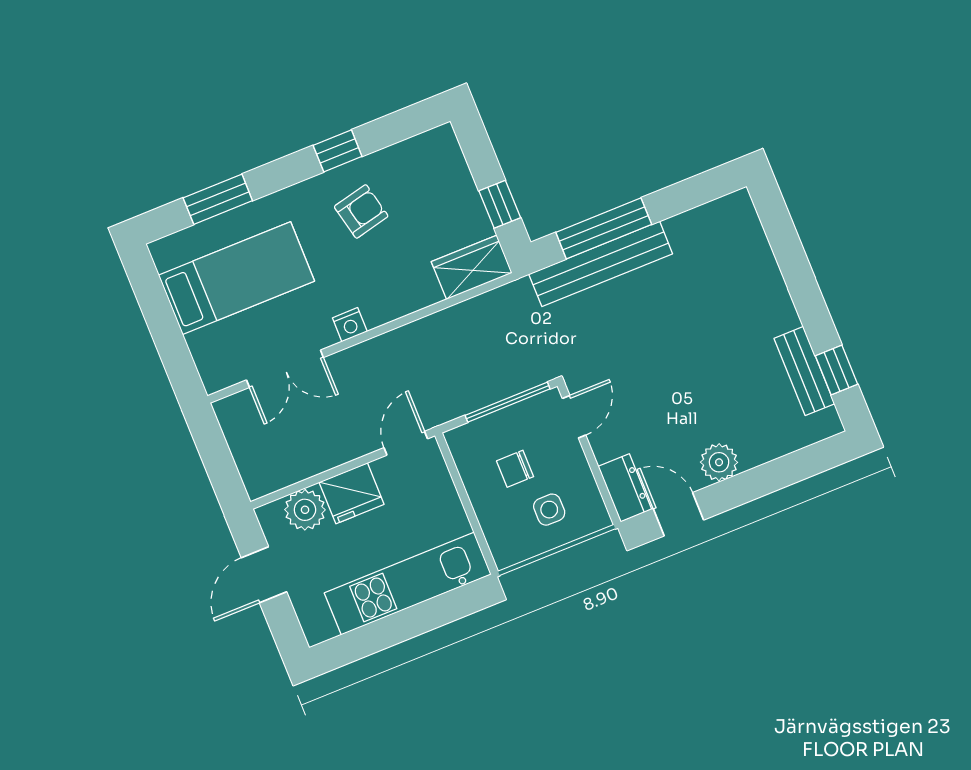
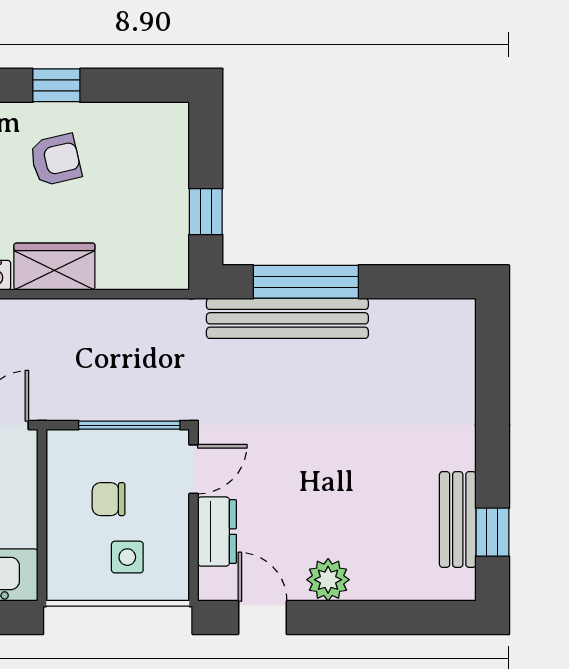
wardrobe: (472, 267) -> (54, 267), moved
dresser: (625, 488) -> (217, 532), moved

